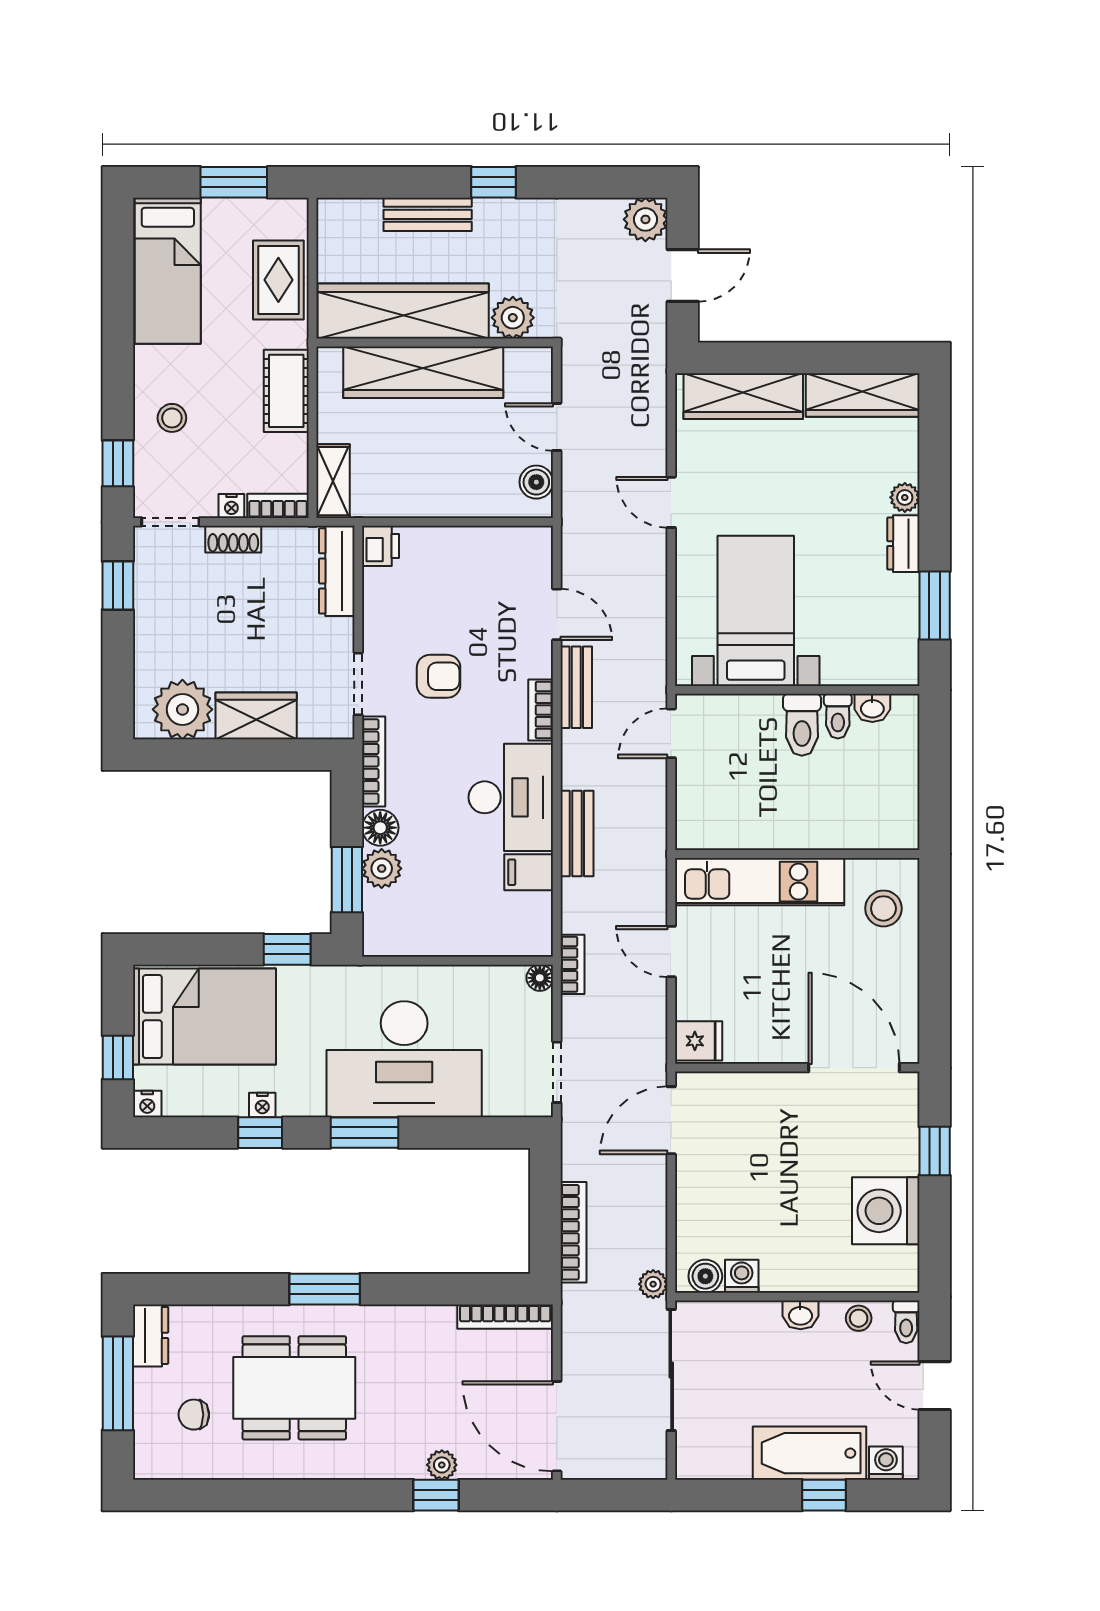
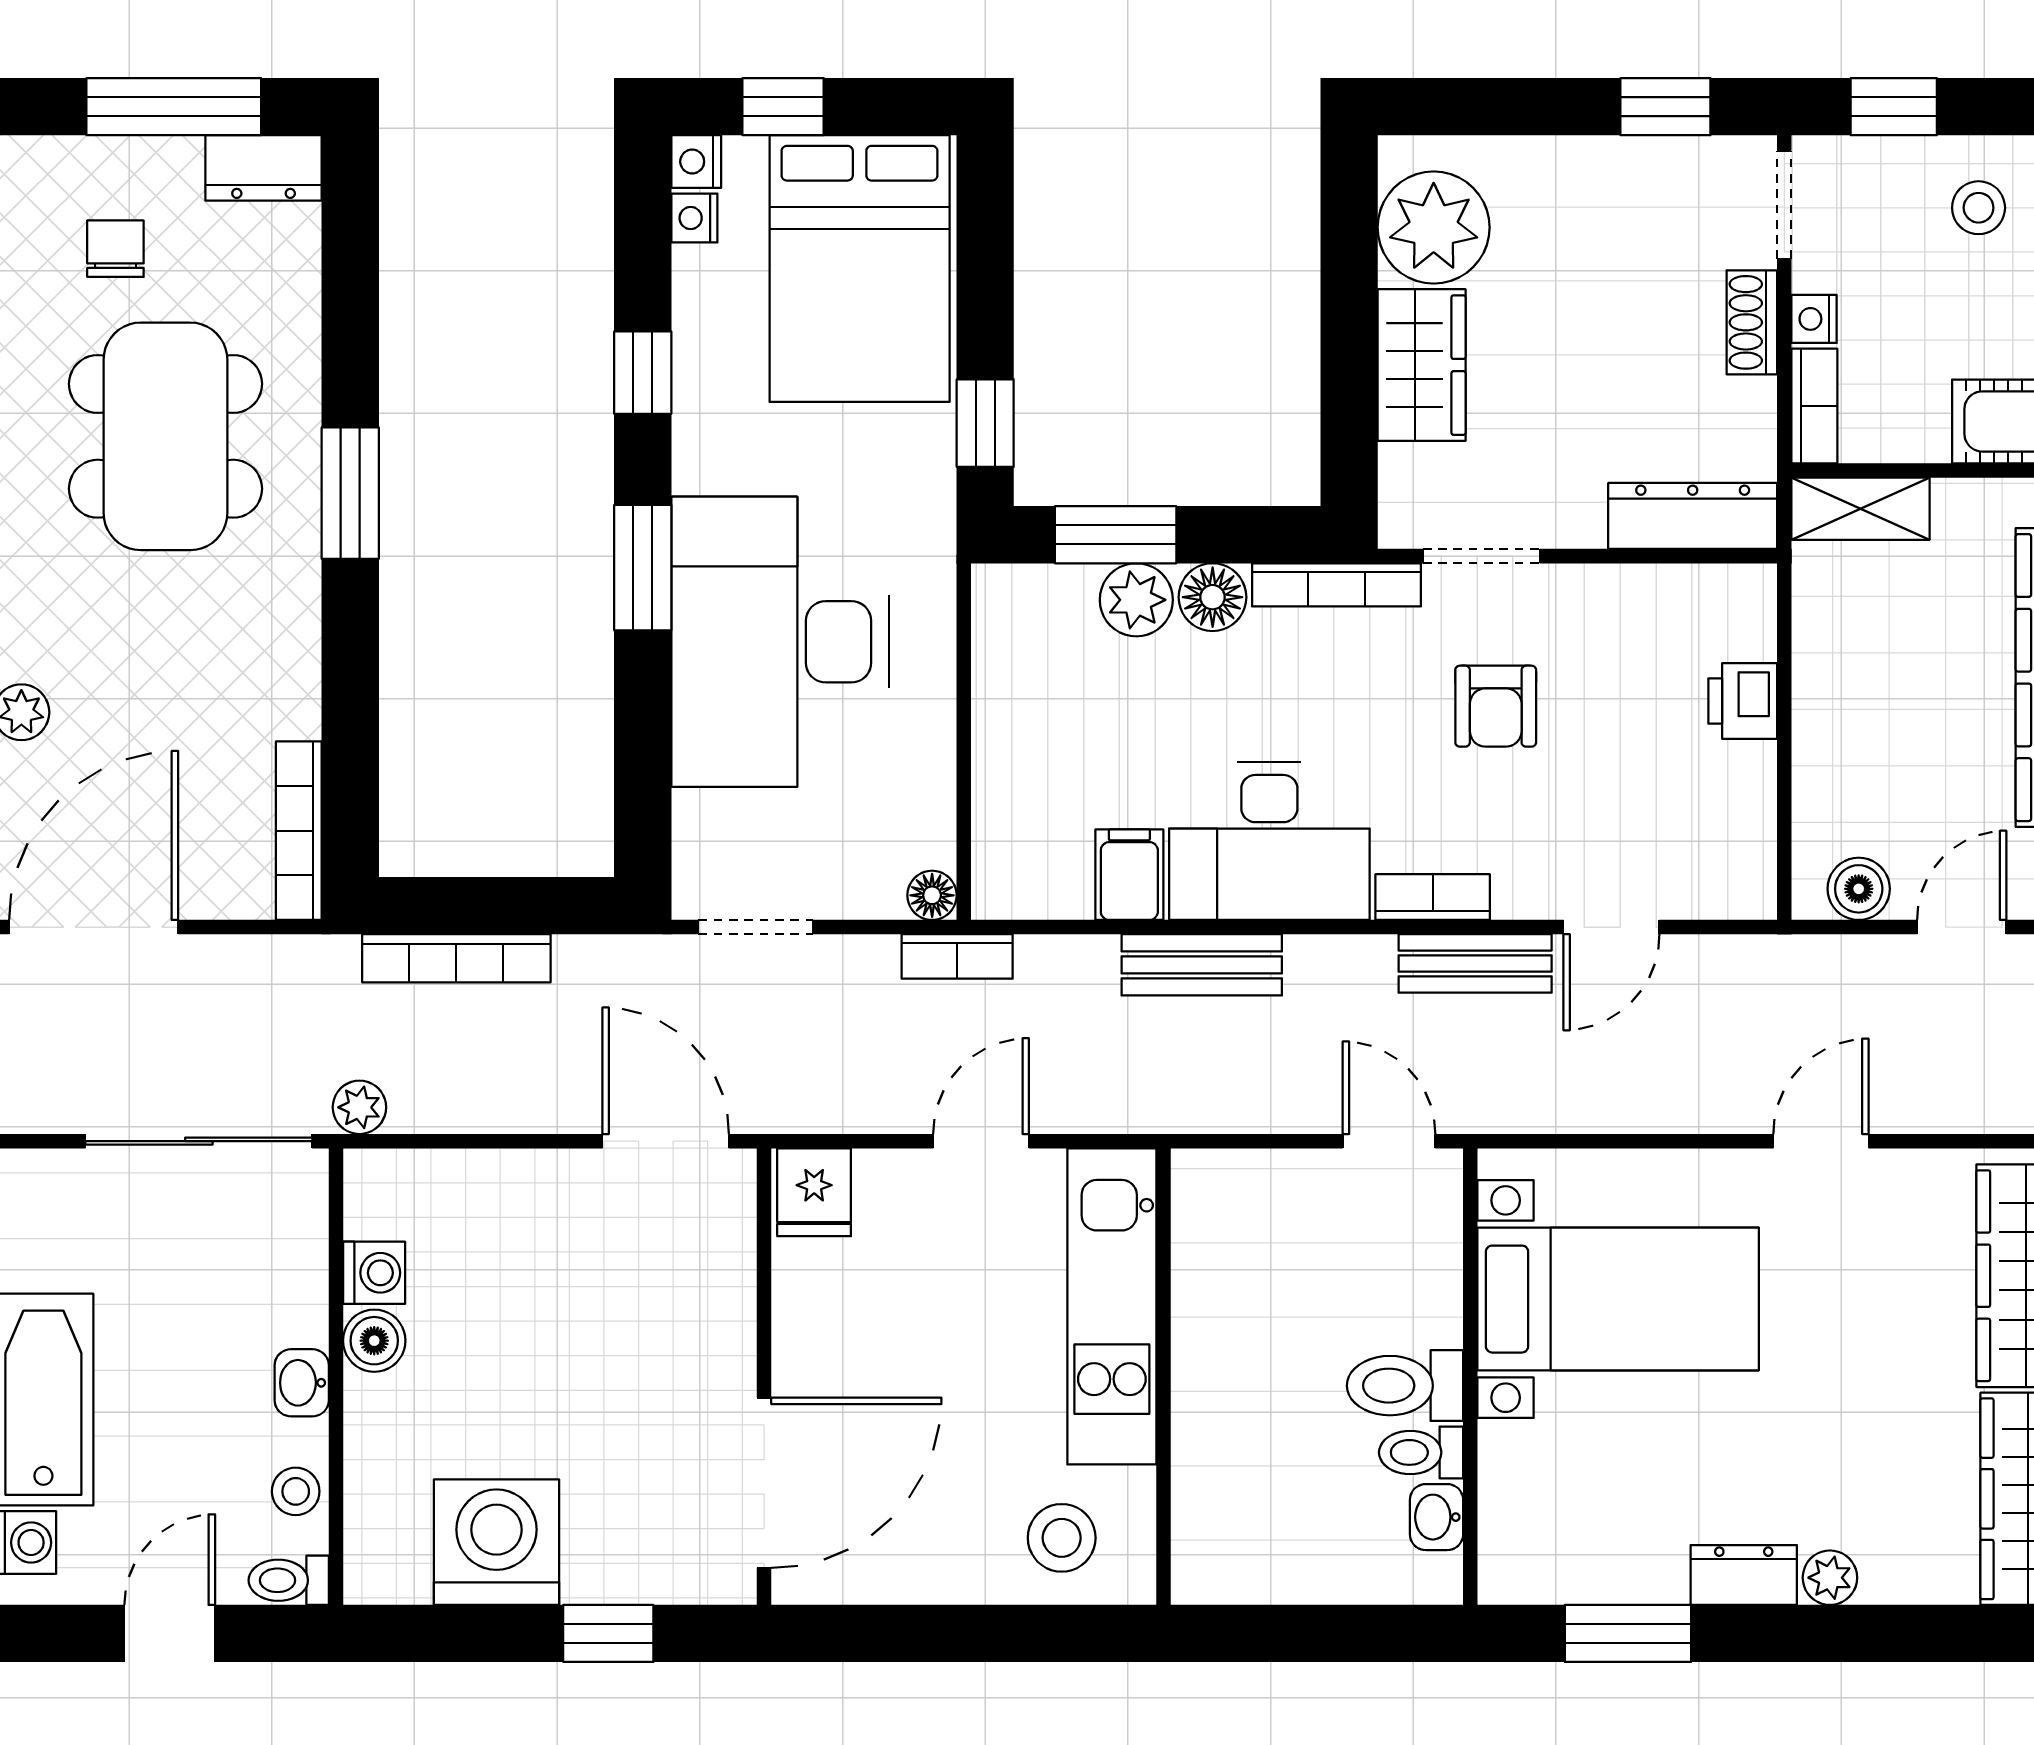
printer: (380, 546) -> (1743, 701), moved, turned 90
nightstand: (262, 1105) -> (694, 218), moved
boiler: (705, 1276) -> (374, 1341), moved

